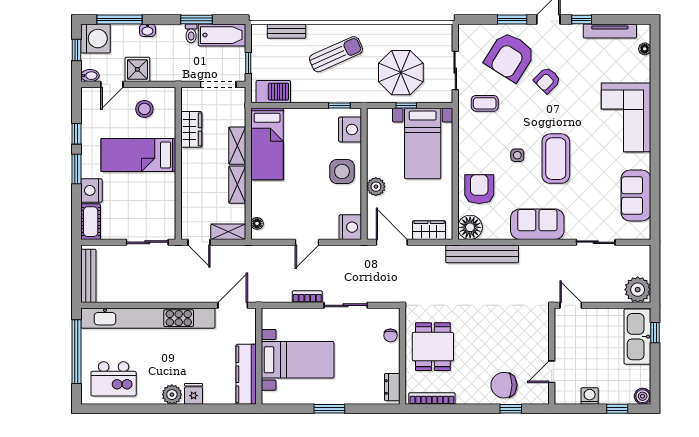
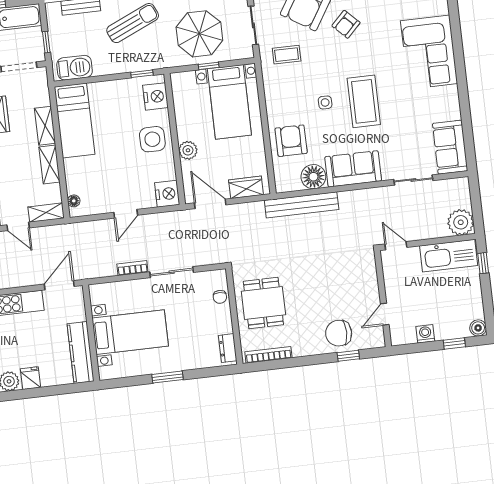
sofa: (636, 196) -> (450, 147), moved
floor lamp: (470, 227) -> (313, 177), moved
kitchen sink: (637, 337) -> (449, 256), moved, turned -90

